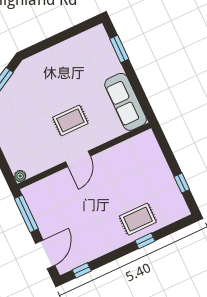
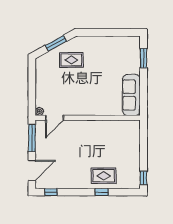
rug: (70, 120) -> (71, 60), moved
door: (78, 159) -> (55, 118), moved
window: (182, 183) -> (143, 178), moved

